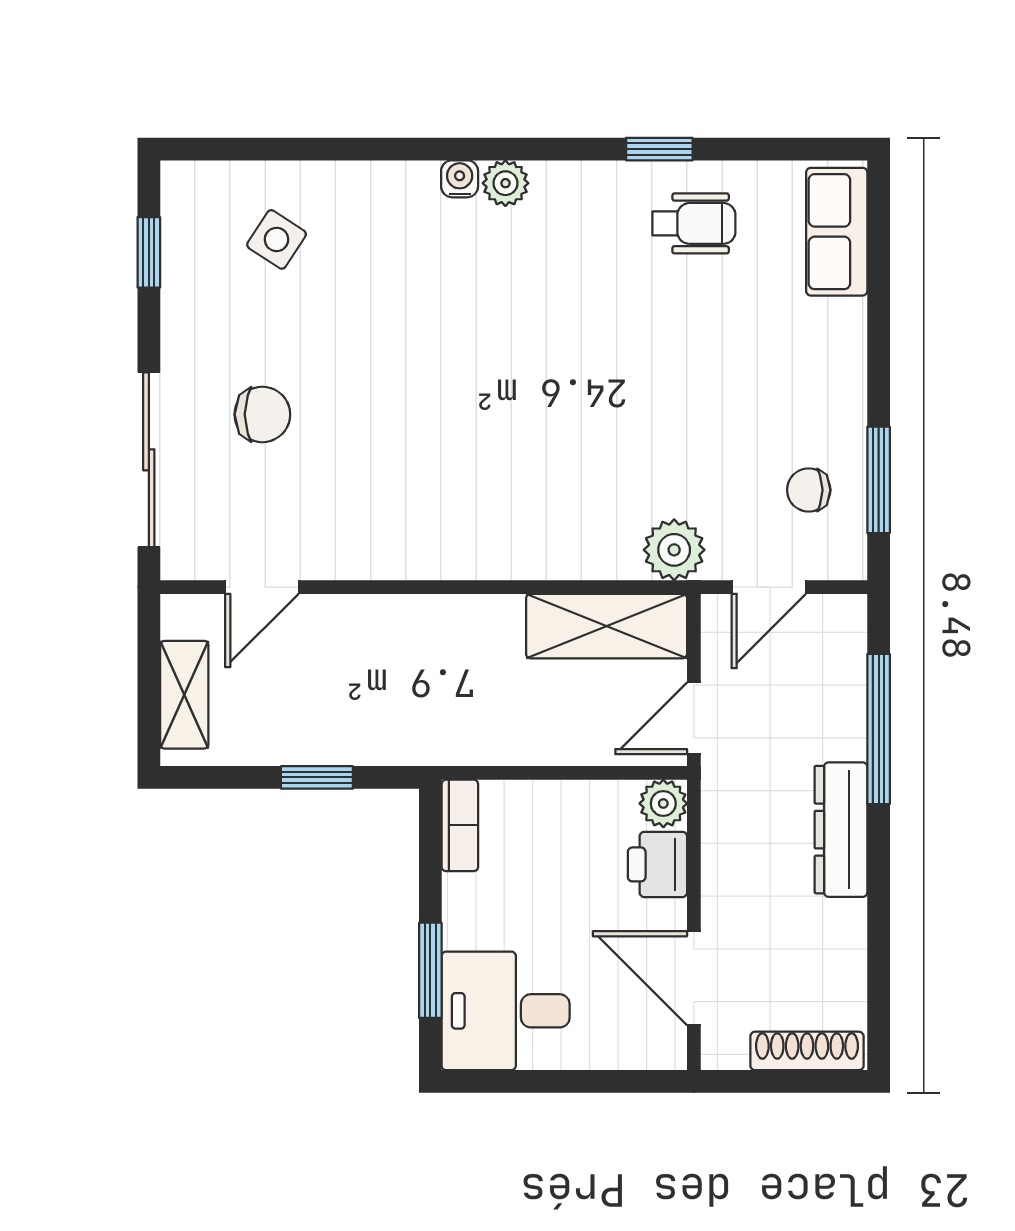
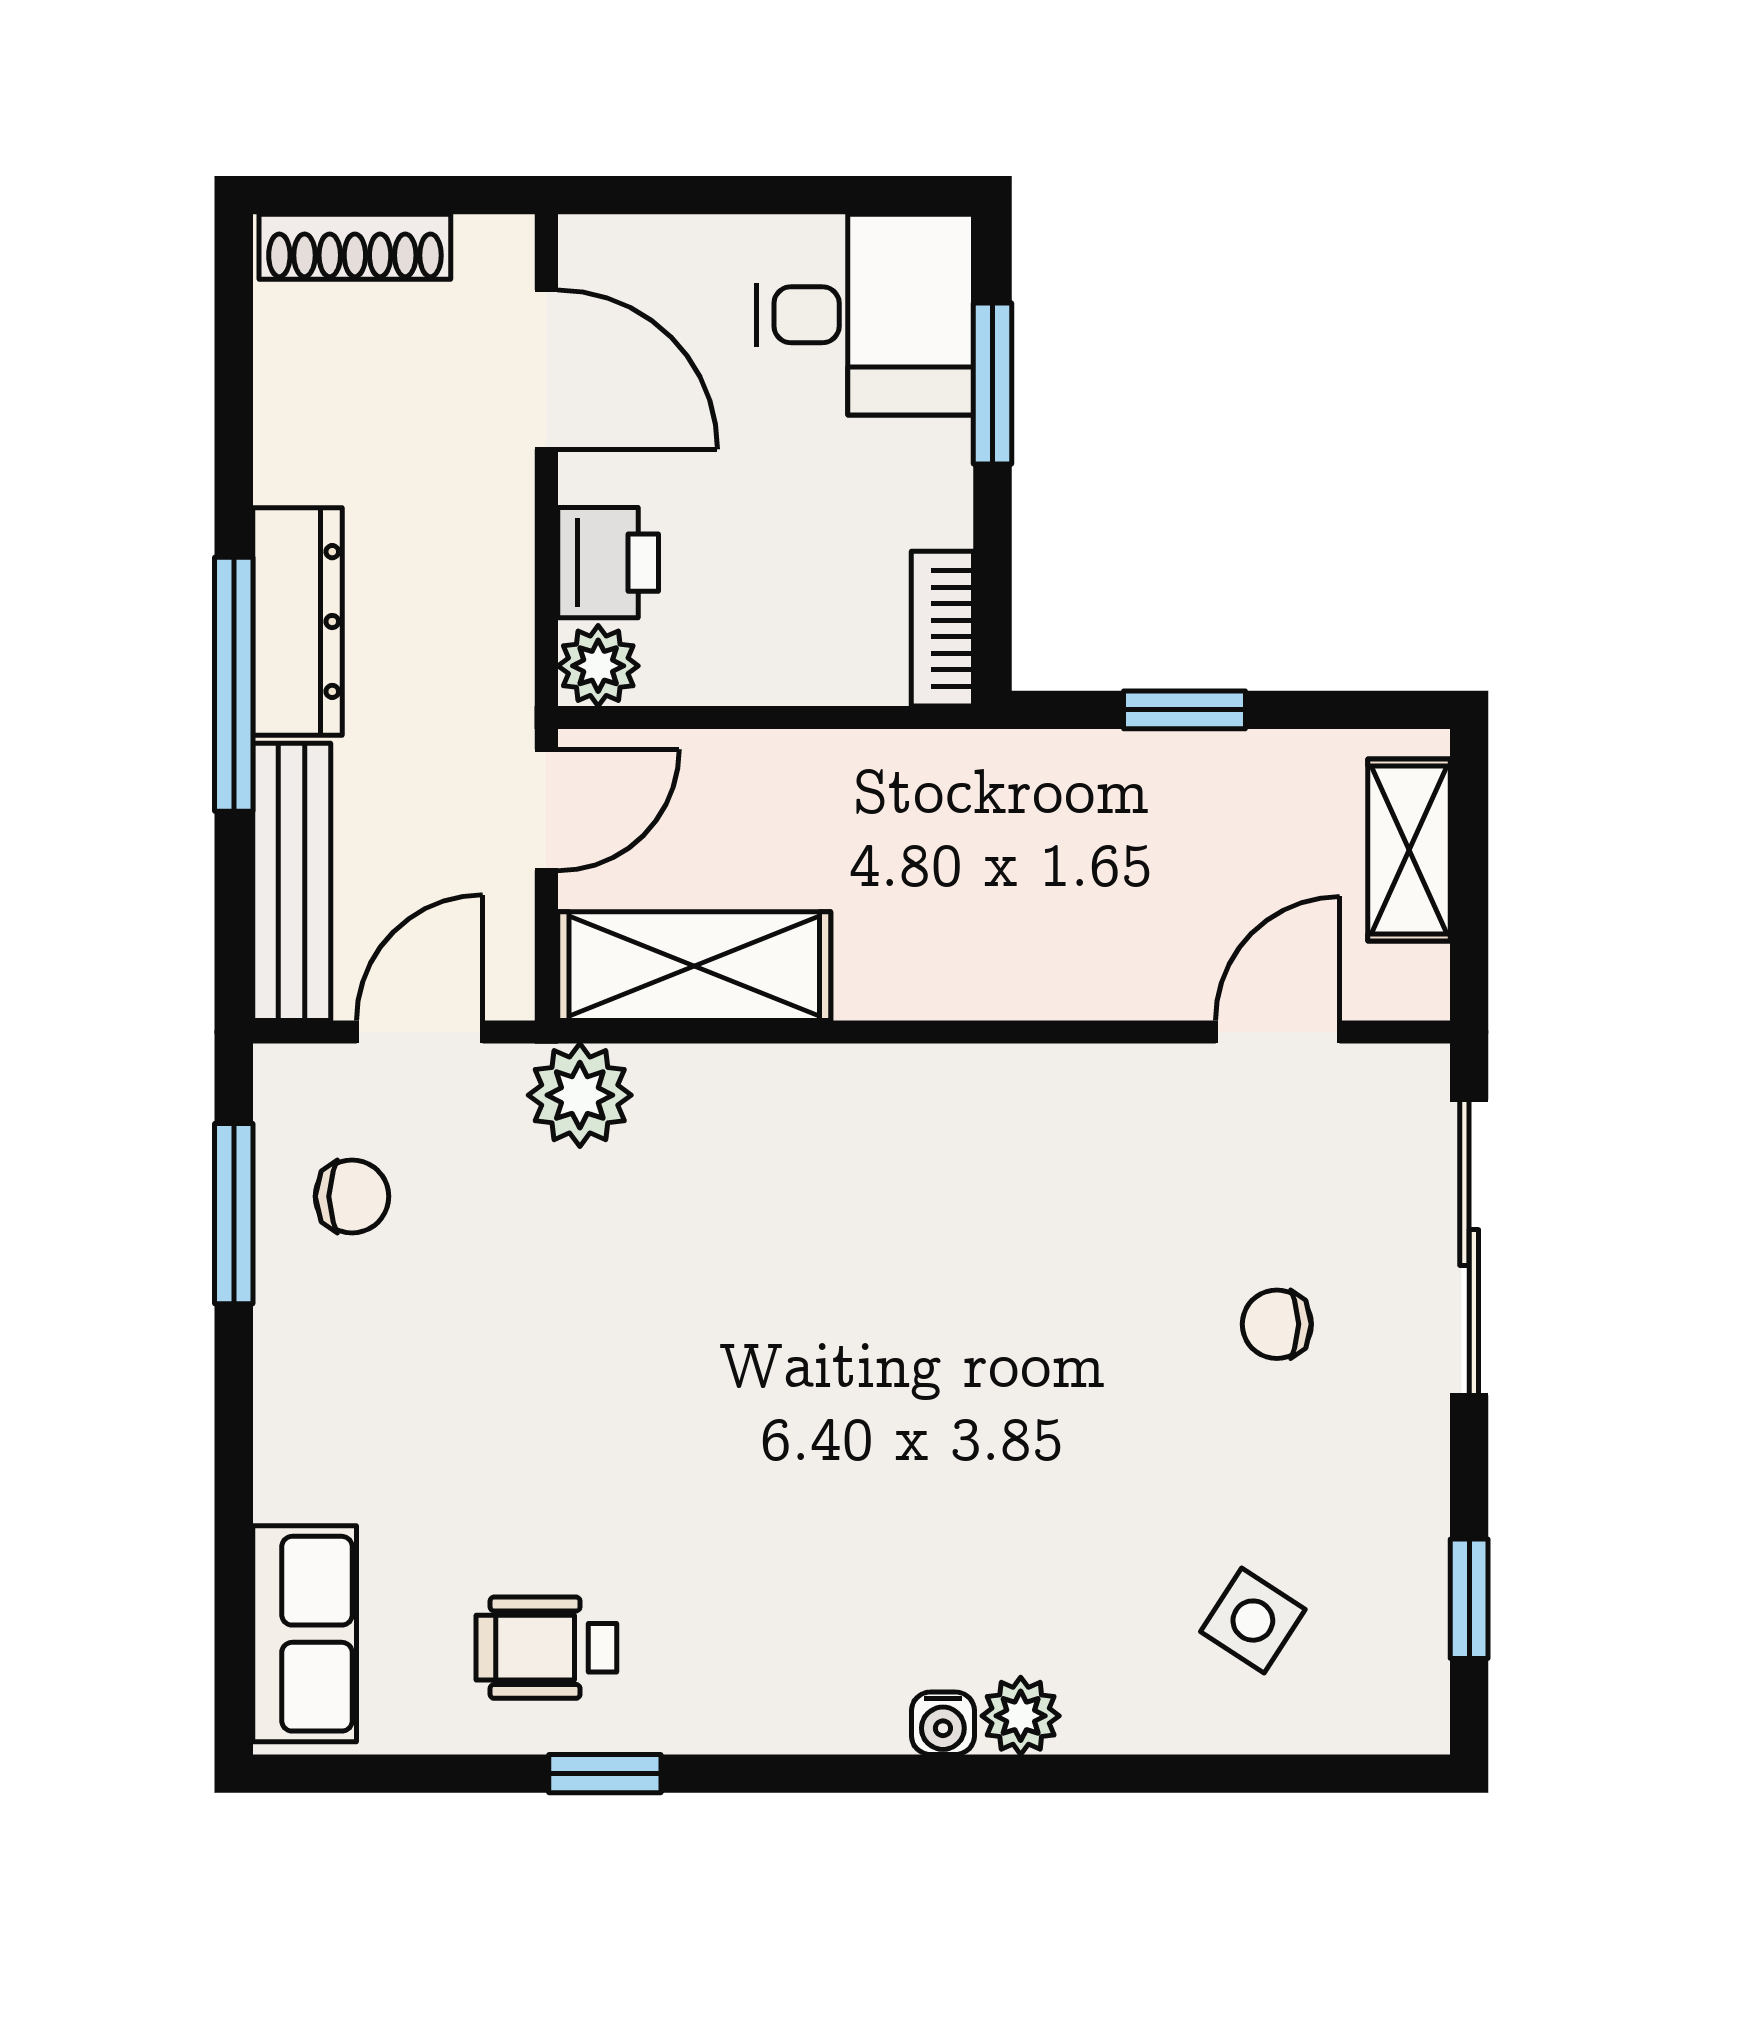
plant: (505, 183) -> (1021, 1716), moved
chair: (262, 414) -> (1277, 1324), width x0.73, depth x0.73
bench: (844, 676) -> (292, 882), added
window: (879, 729) -> (234, 684), moved

